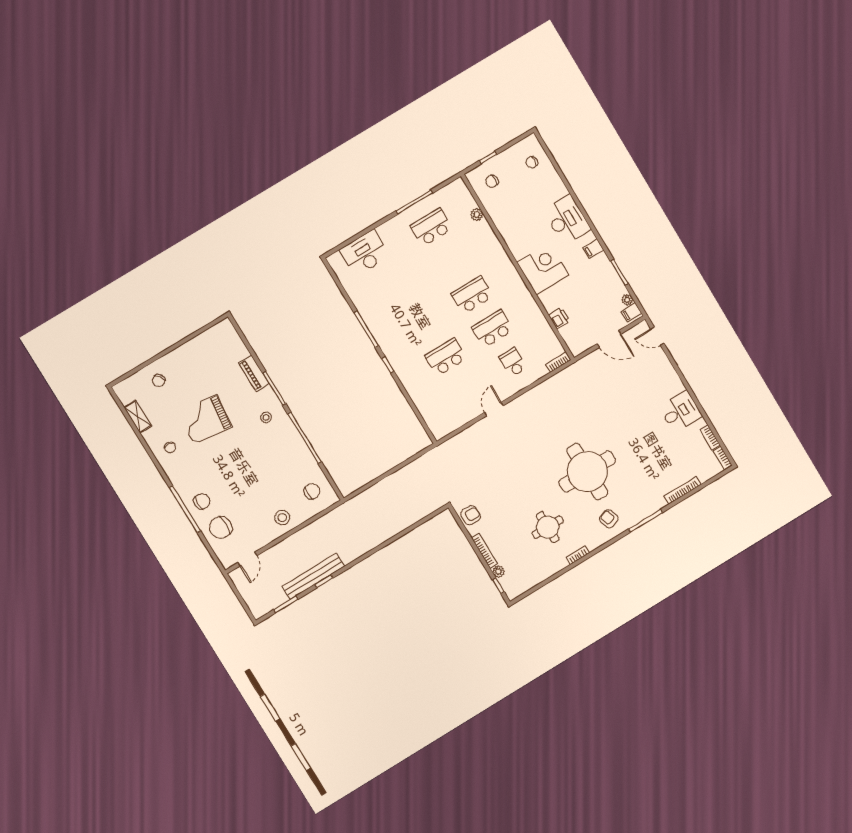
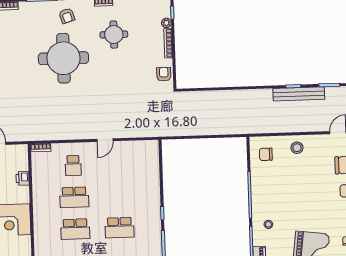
school desk: (446, 357) -> (120, 228), moved
armchair: (471, 515) -> (164, 74), turned 90

